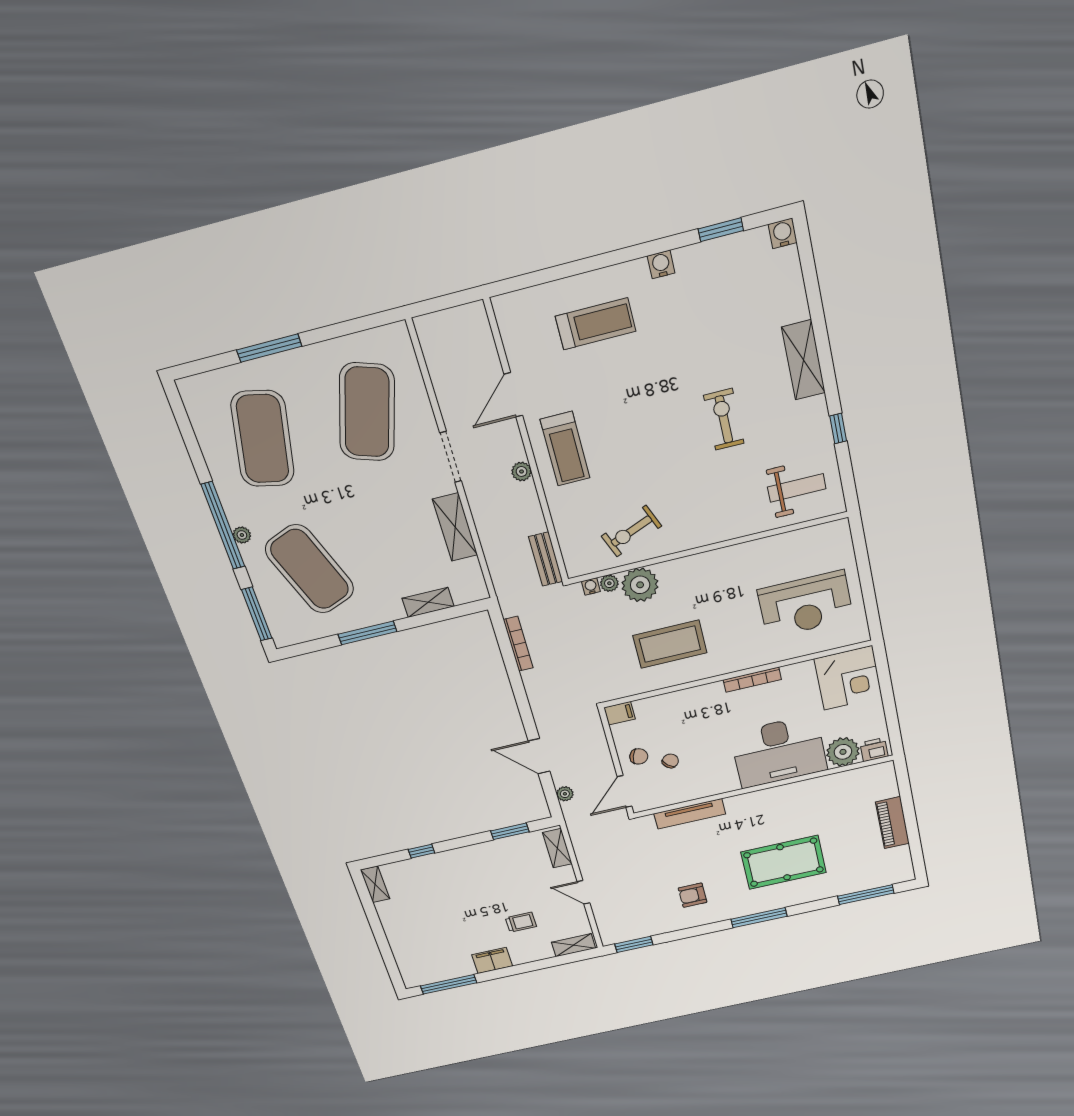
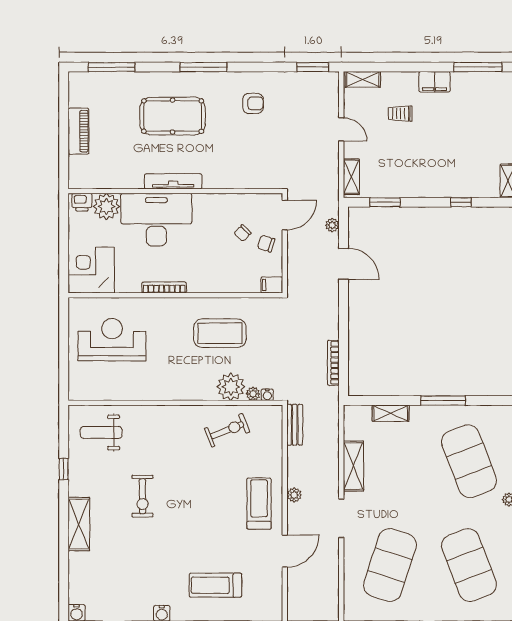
exercise mat: (263, 439) -> (469, 565), turned -33
tv unit: (690, 814) -> (173, 181), moved

